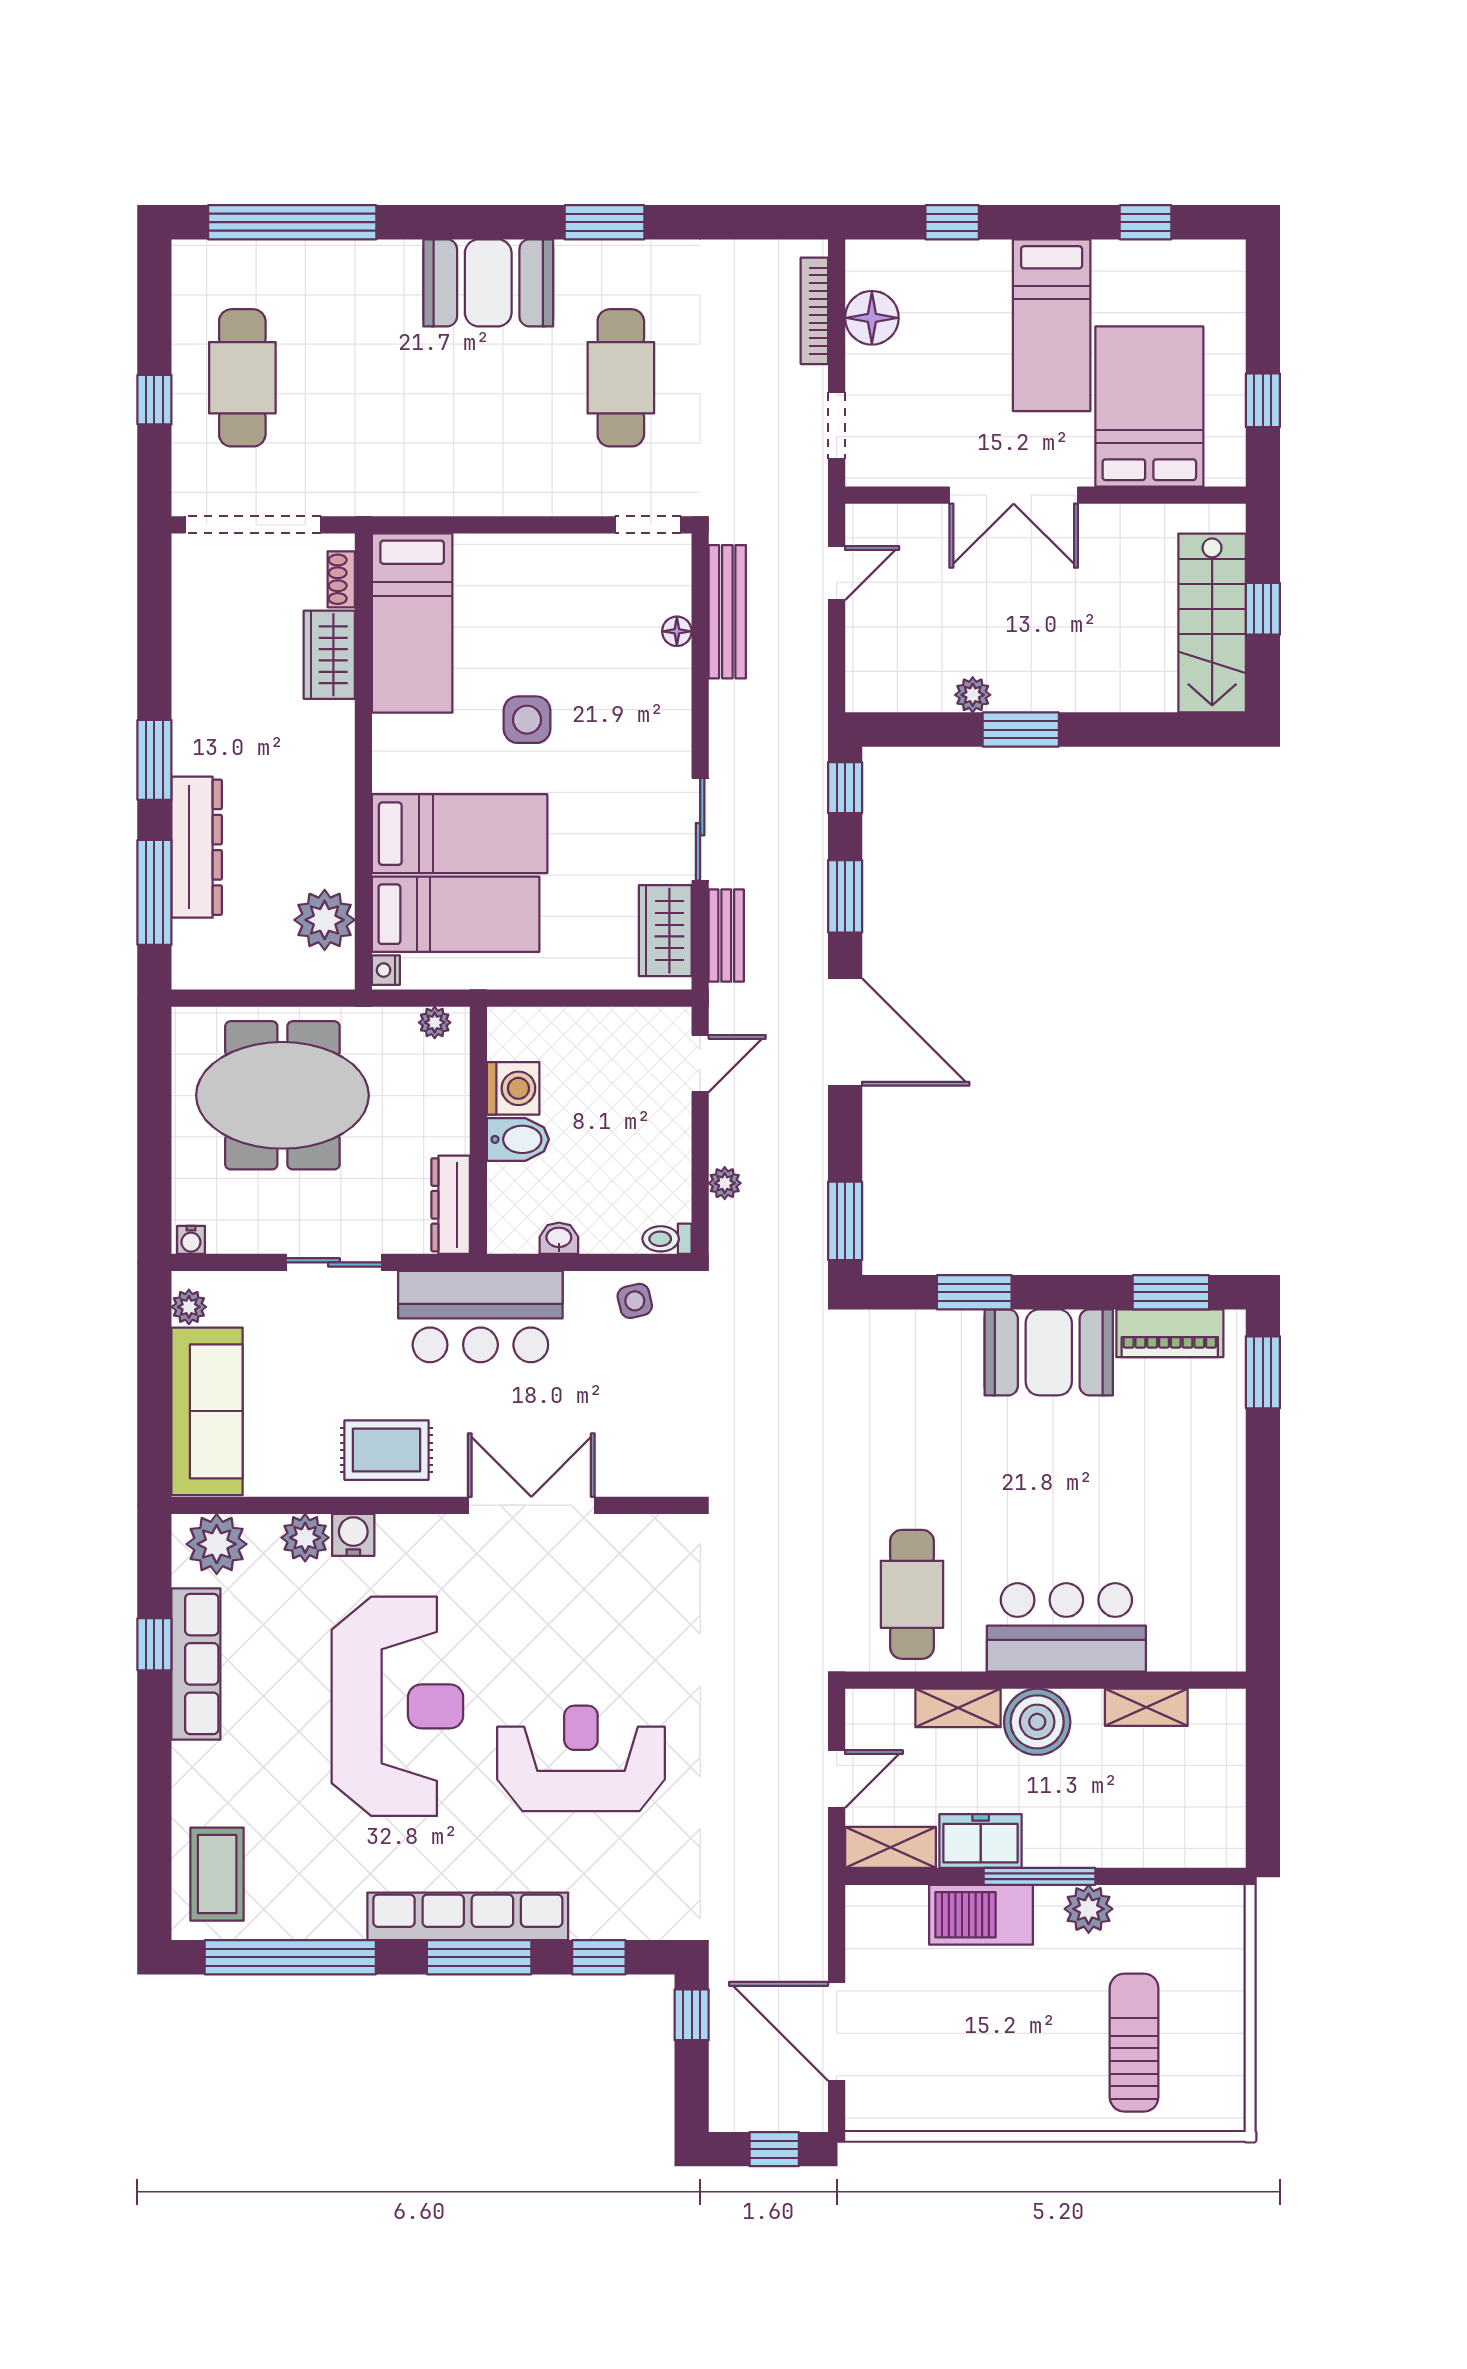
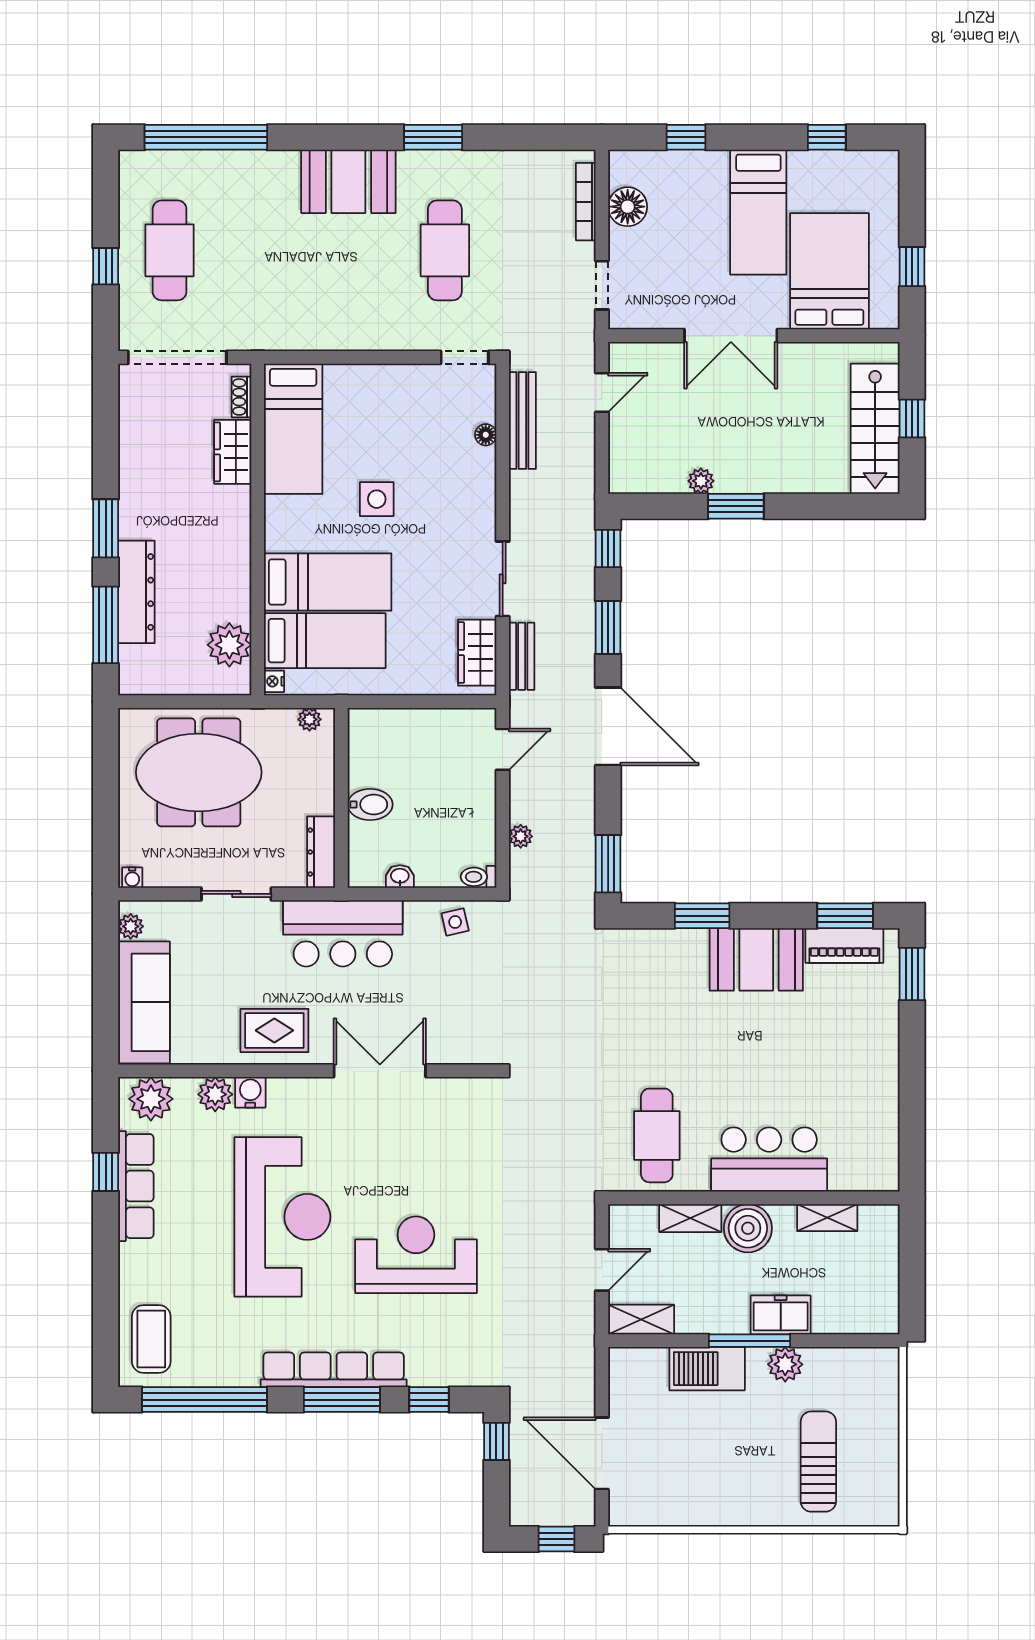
washing machine: (513, 1088) -> (367, 767), removed
freezer: (981, 1841) -> (781, 1315), moved

